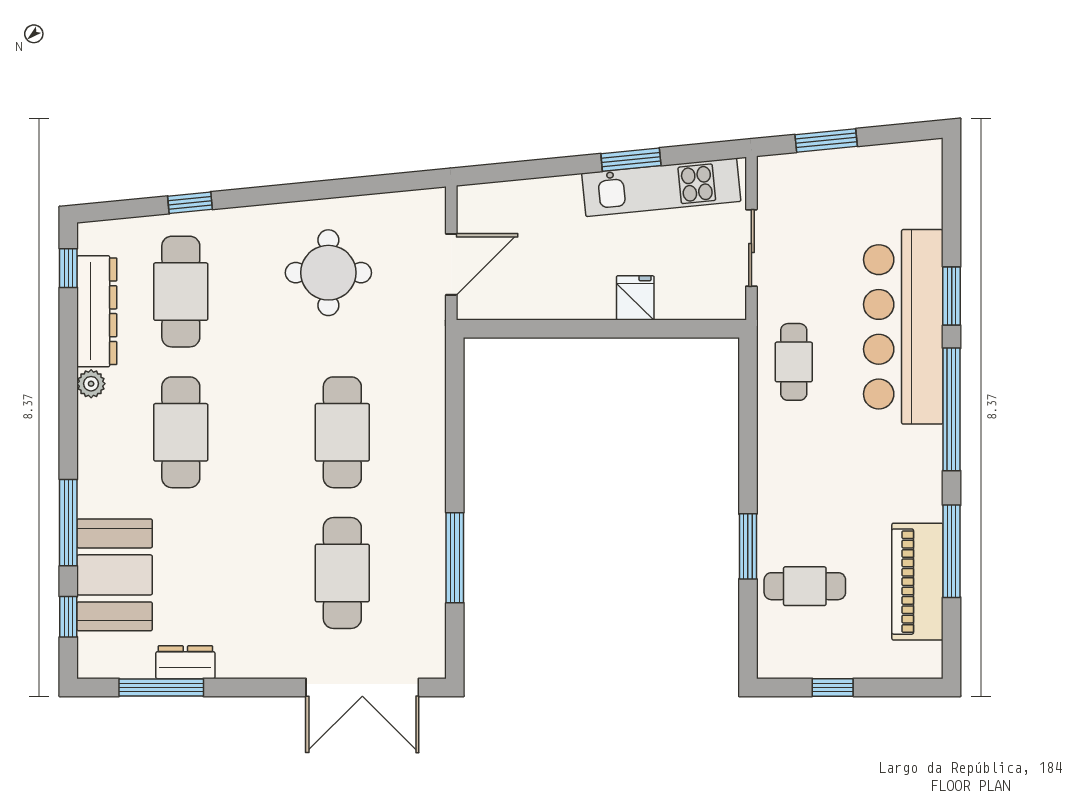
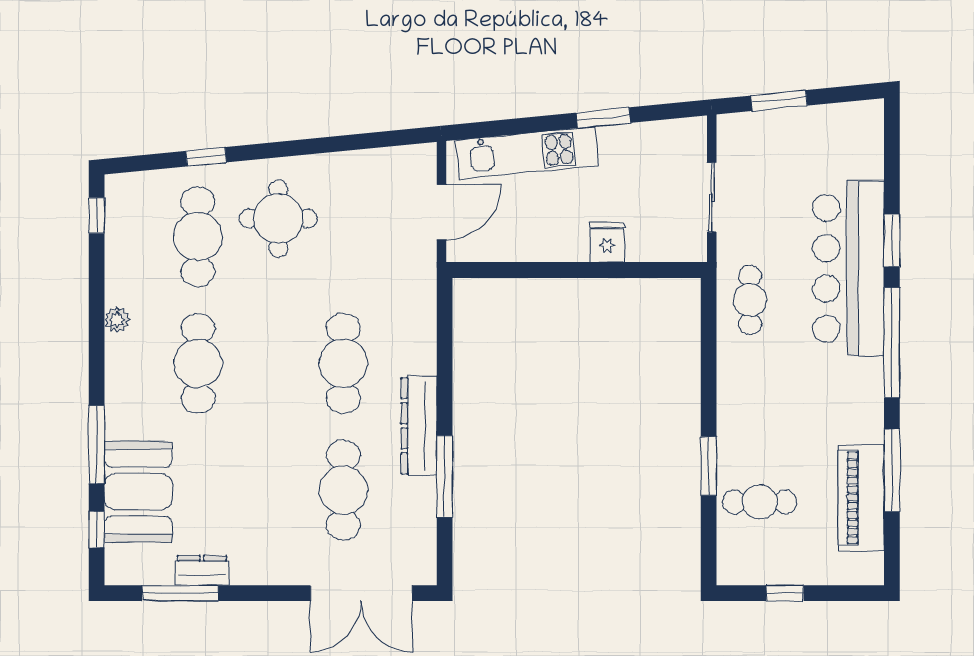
kitchen unit: (661, 187) -> (527, 153), moved
round table: (328, 273) -> (278, 219), moved
dresser: (97, 311) -> (419, 426), moved, turned 180

